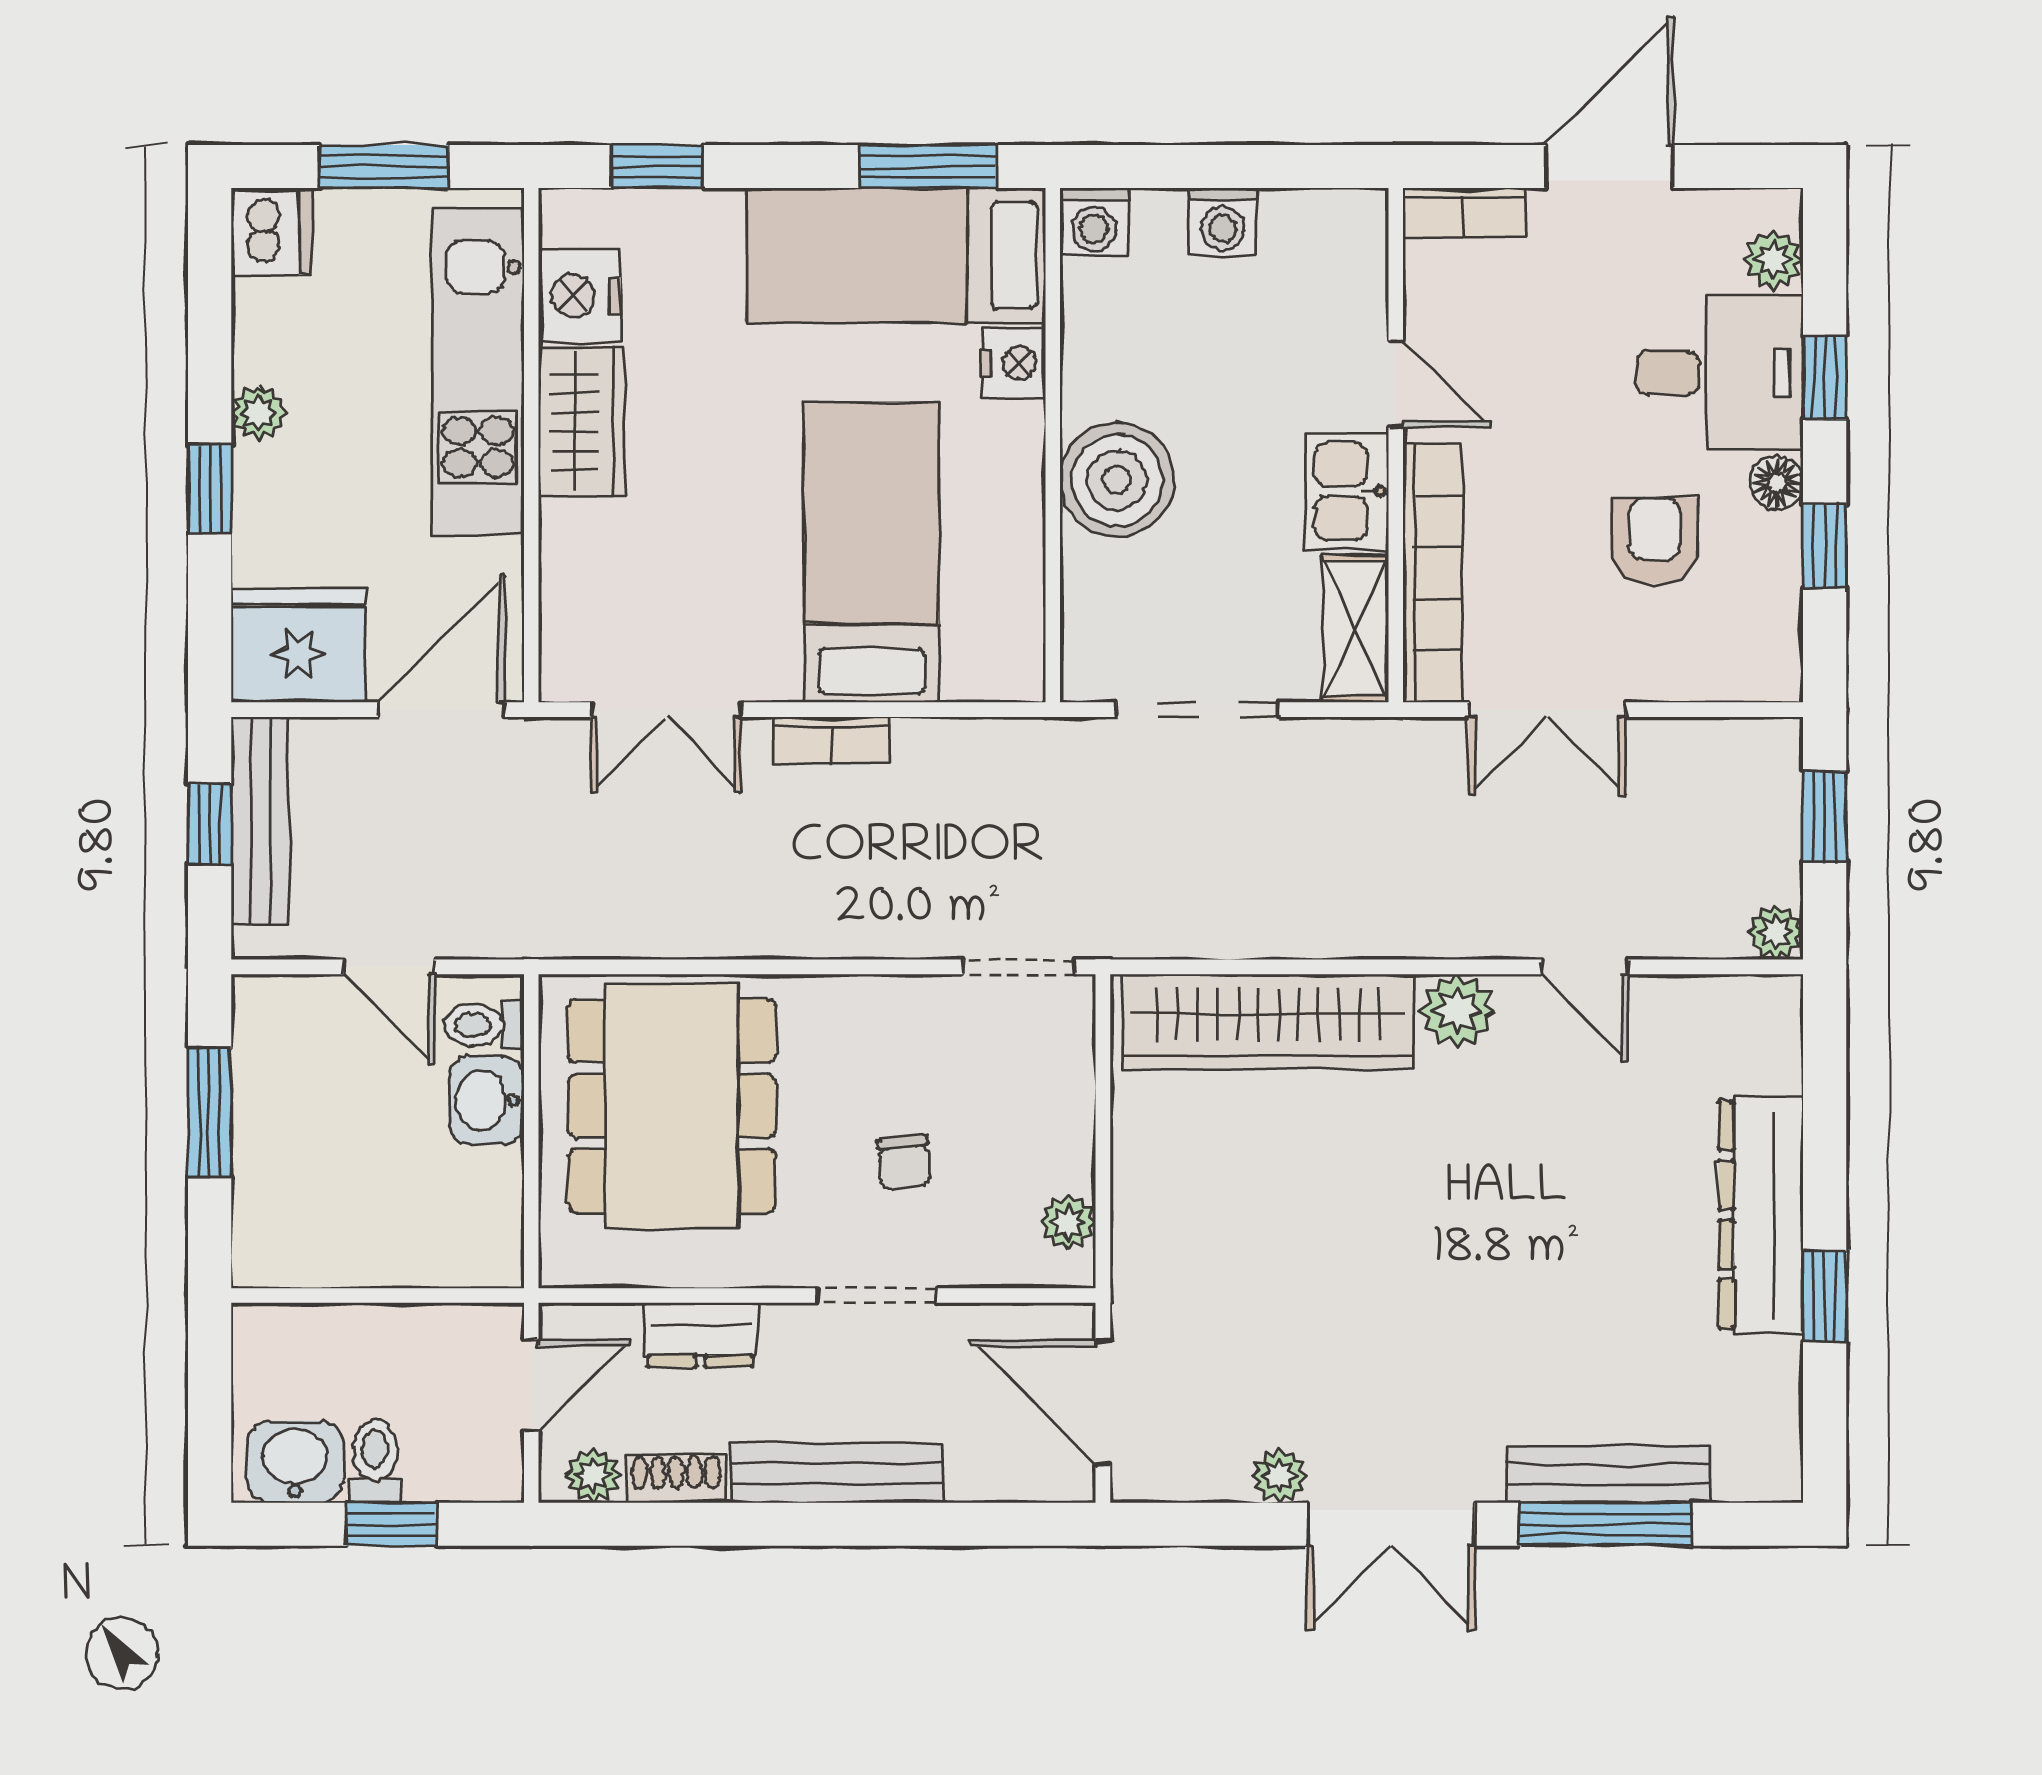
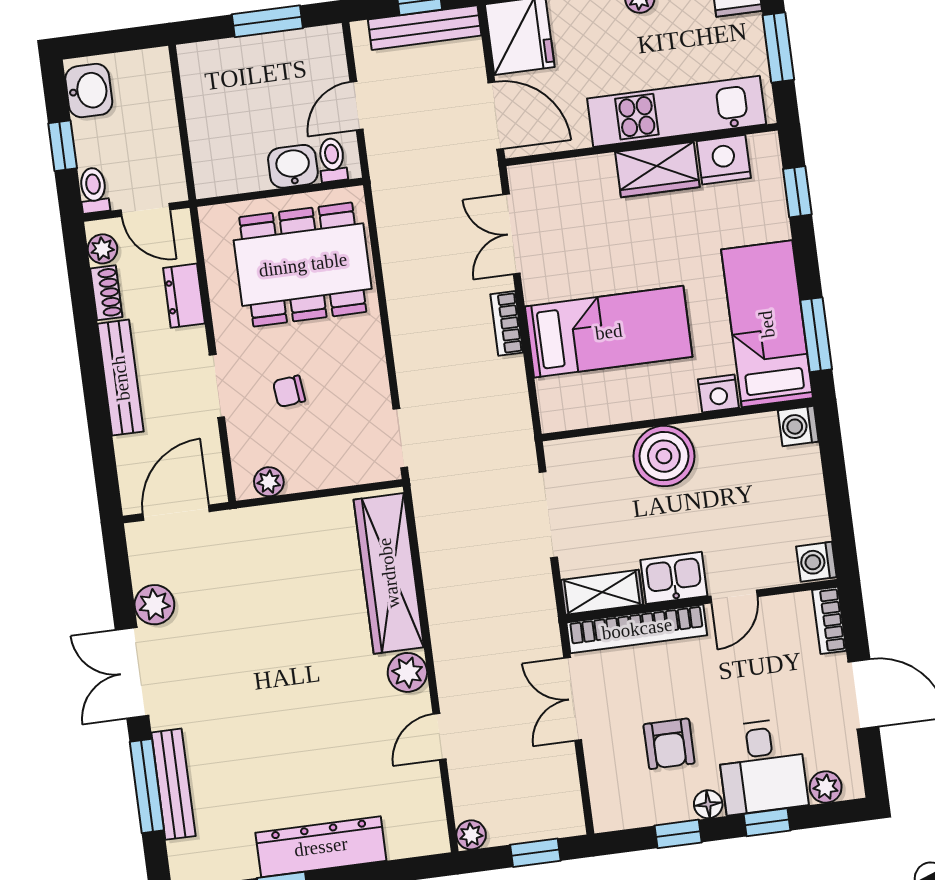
washing machine: (1223, 222) -> (816, 562), moved
armchair: (1654, 541) -> (669, 744), turned 90
toilet: (375, 1461) -> (94, 190), moved, turned -90
plant: (1279, 1476) -> (154, 605), width x1.38, depth x1.38

